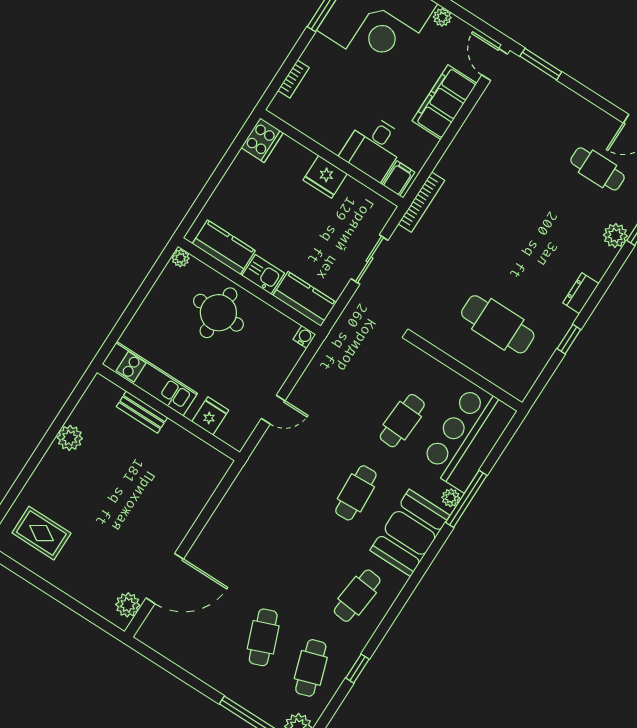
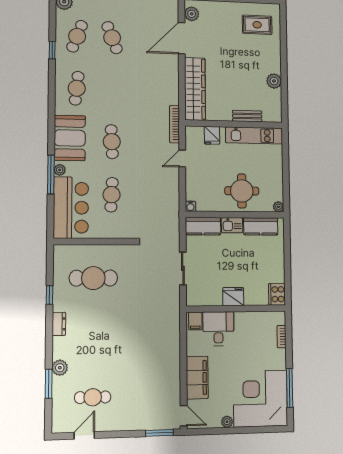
bookcase: (421, 202) -> (174, 124), moved
wardrobe: (192, 496) -> (195, 89), added
cafe table: (311, 668) -> (77, 36), turned 39

